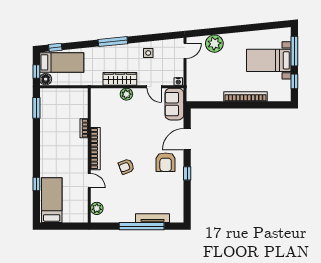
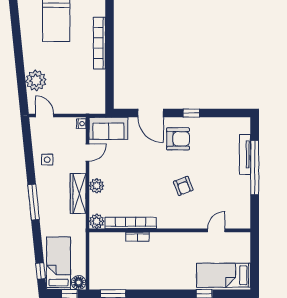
bookcase: (95, 149) -> (131, 223), moved
door: (89, 181) -> (216, 230), moved
plant: (97, 208) -> (97, 221), moved

